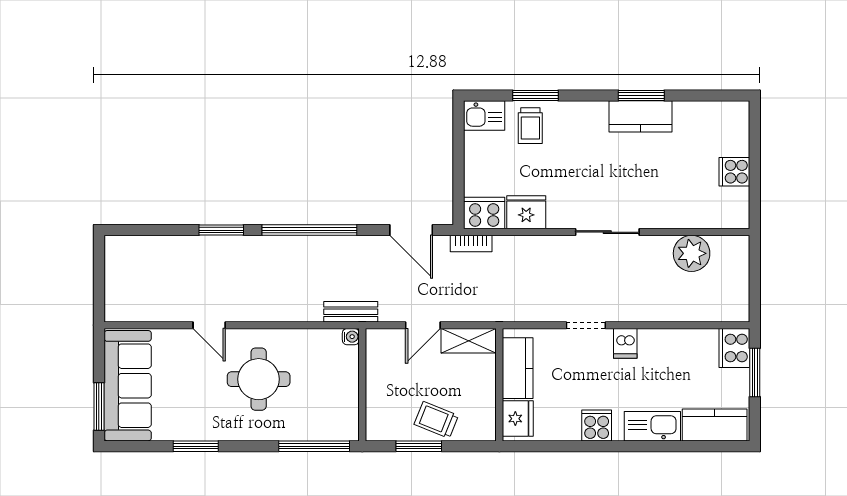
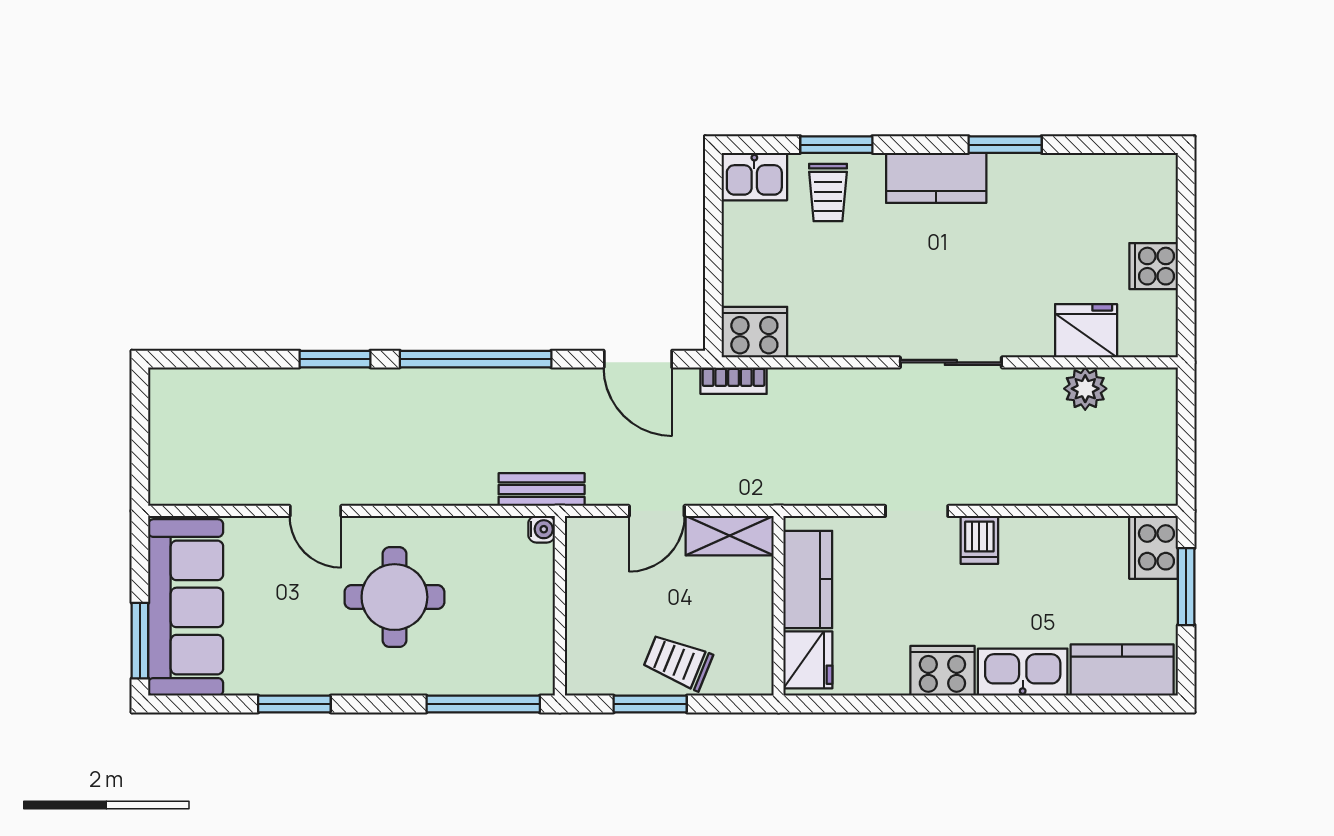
kitchen counter: (641, 116) -> (936, 178), moved
fridge: (526, 212) -> (1086, 331), moved
plant: (692, 253) -> (1085, 389), width x0.73, depth x0.73
cooker: (597, 425) -> (942, 671), width x1.36

